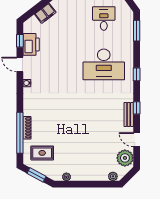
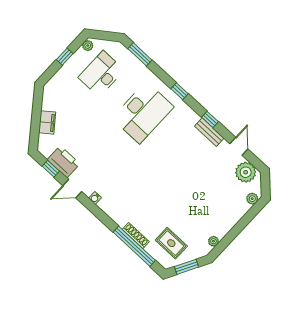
desk: (104, 18) -> (101, 74), width x1.37
door: (137, 140) -> (239, 146), swing flipped
rug: (42, 153) -> (171, 243), turned 90

